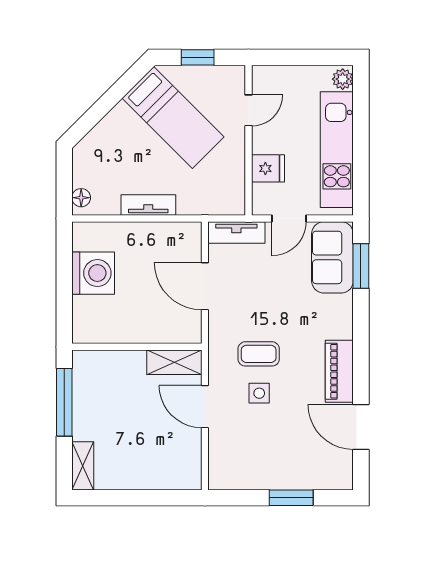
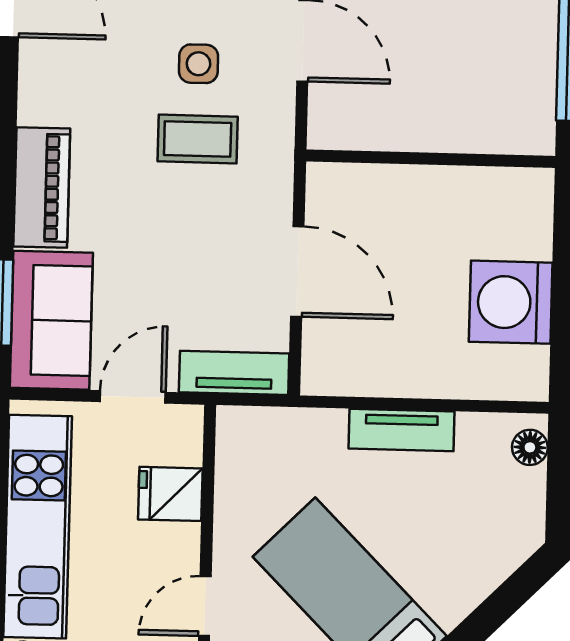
shelving: (174, 362) -> (360, 127), removed
piano: (339, 371) -> (42, 187), moved

